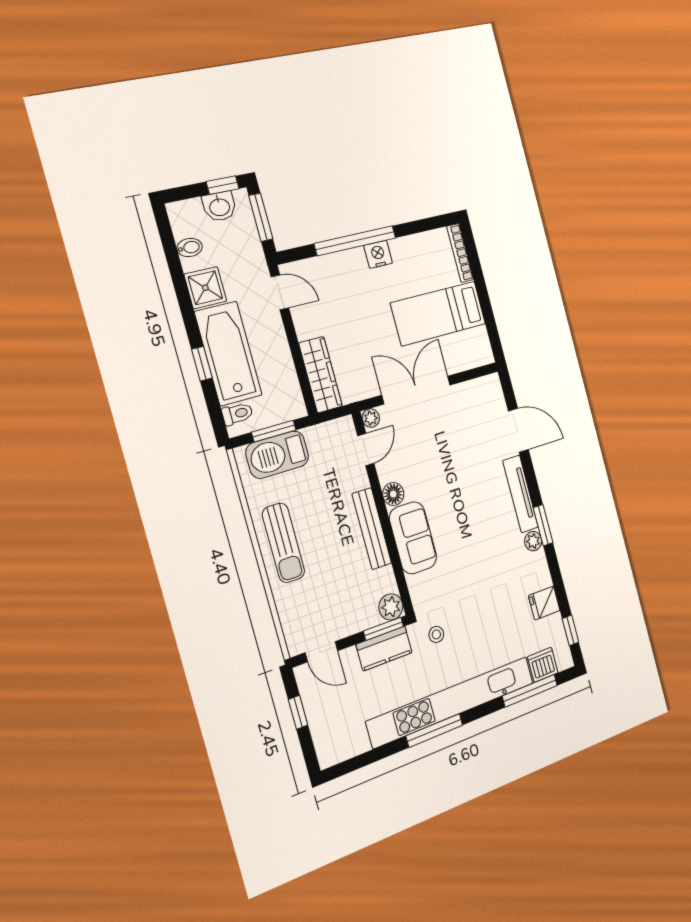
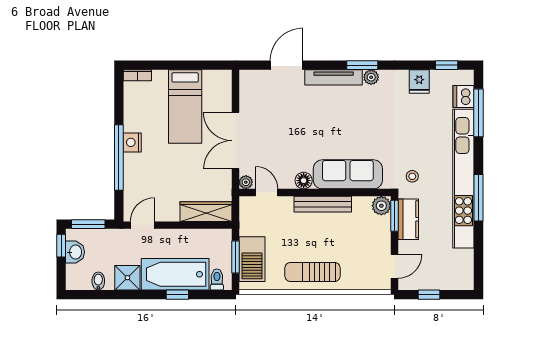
bookcase: (460, 253) -> (137, 75), width x0.64
sofa: (413, 538) -> (348, 174), width x1.36
sun lounger: (283, 543) -> (313, 272), turned 180

